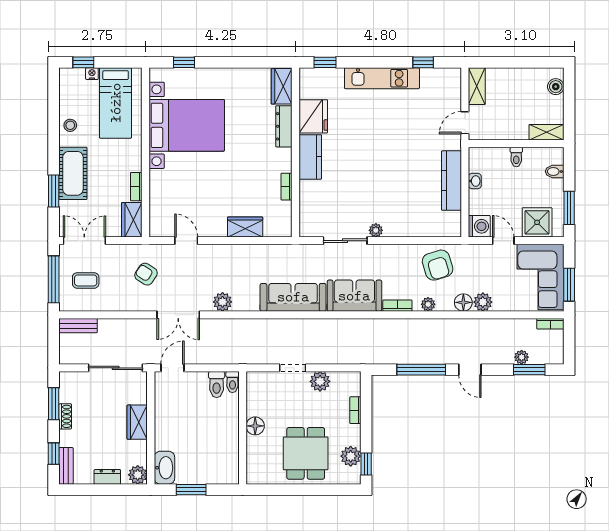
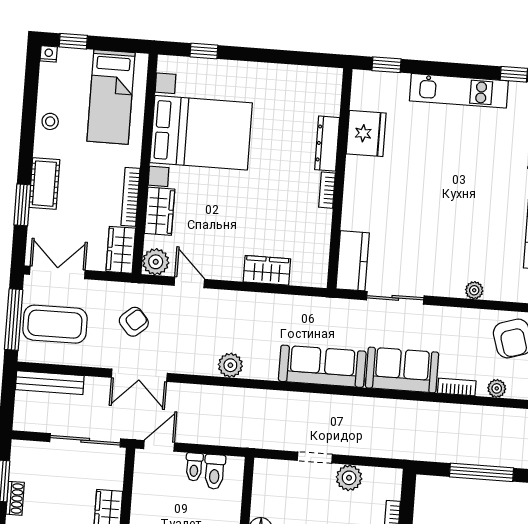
nightstand: (92, 74) -> (49, 54), moved
wardrobe: (282, 86) -> (160, 211), moved, turned 180
kitchen counter: (310, 157) -> (353, 261), moved
cot: (73, 173) -> (44, 184), width x0.73, depth x0.75
bookcase: (136, 187) -> (130, 197), width x1.56
bookcase: (287, 187) -> (327, 190), moved
plant: (159, 227) -> (156, 262), added
plant: (376, 230) -> (474, 290), moved
armchair: (146, 274) -> (134, 322), turned 106
coffee table: (86, 280) -> (55, 324), width x1.86, depth x1.72
double door: (178, 315) -> (139, 375), moved
bench: (78, 326) -> (50, 383), width x1.36
toilet: (232, 382) -> (194, 467), moved

